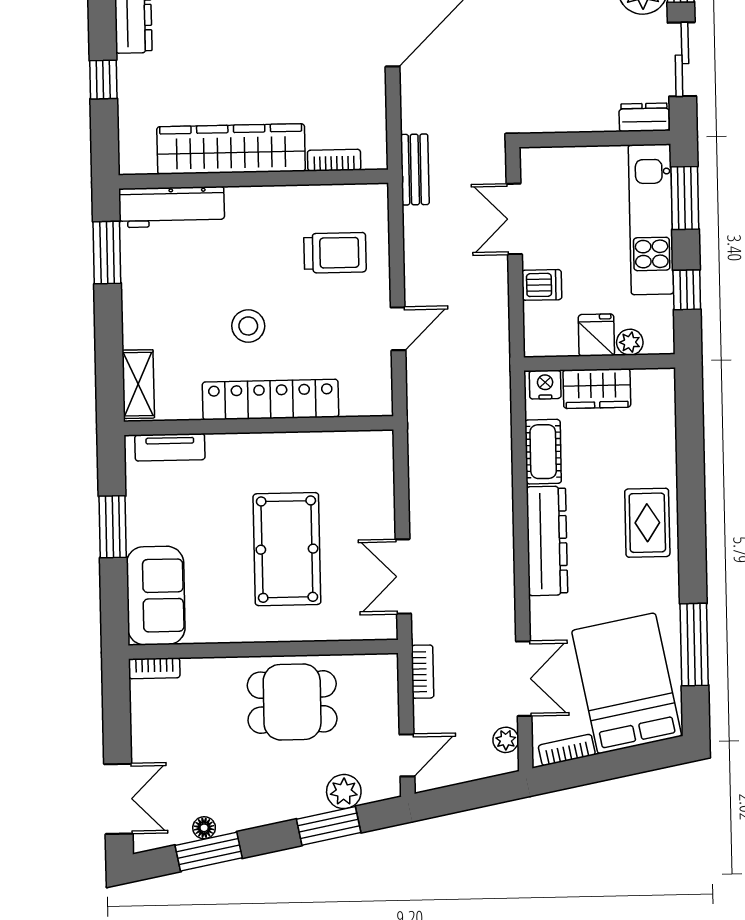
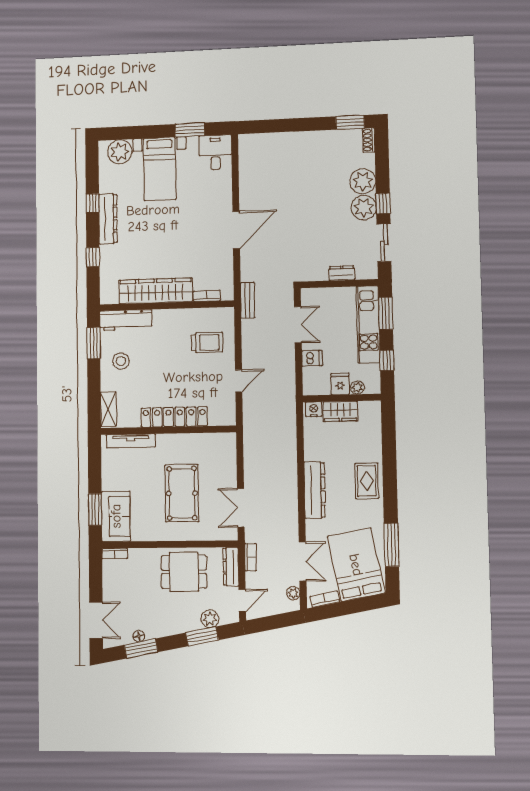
dresser: (644, 117) -> (342, 273), moved
double door: (514, 219) -> (298, 325), swing flipped
stool: (248, 326) -> (121, 361), moved
tv unit: (170, 447) -> (131, 441), width x1.41
cot: (543, 452) -> (313, 444), removed
window: (113, 527) -> (95, 509), moved
dresser: (384, 691) -> (231, 567), added

